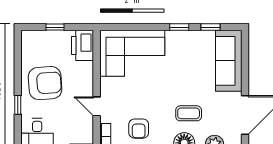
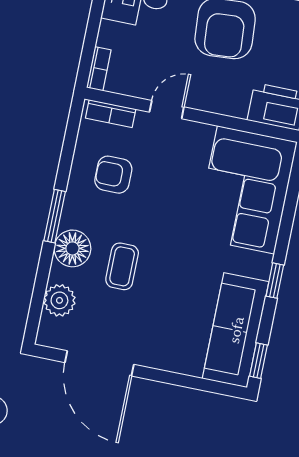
window: (210, 27) -> (259, 361), moved
sofa: (229, 61) -> (236, 330), moved, turned -90

